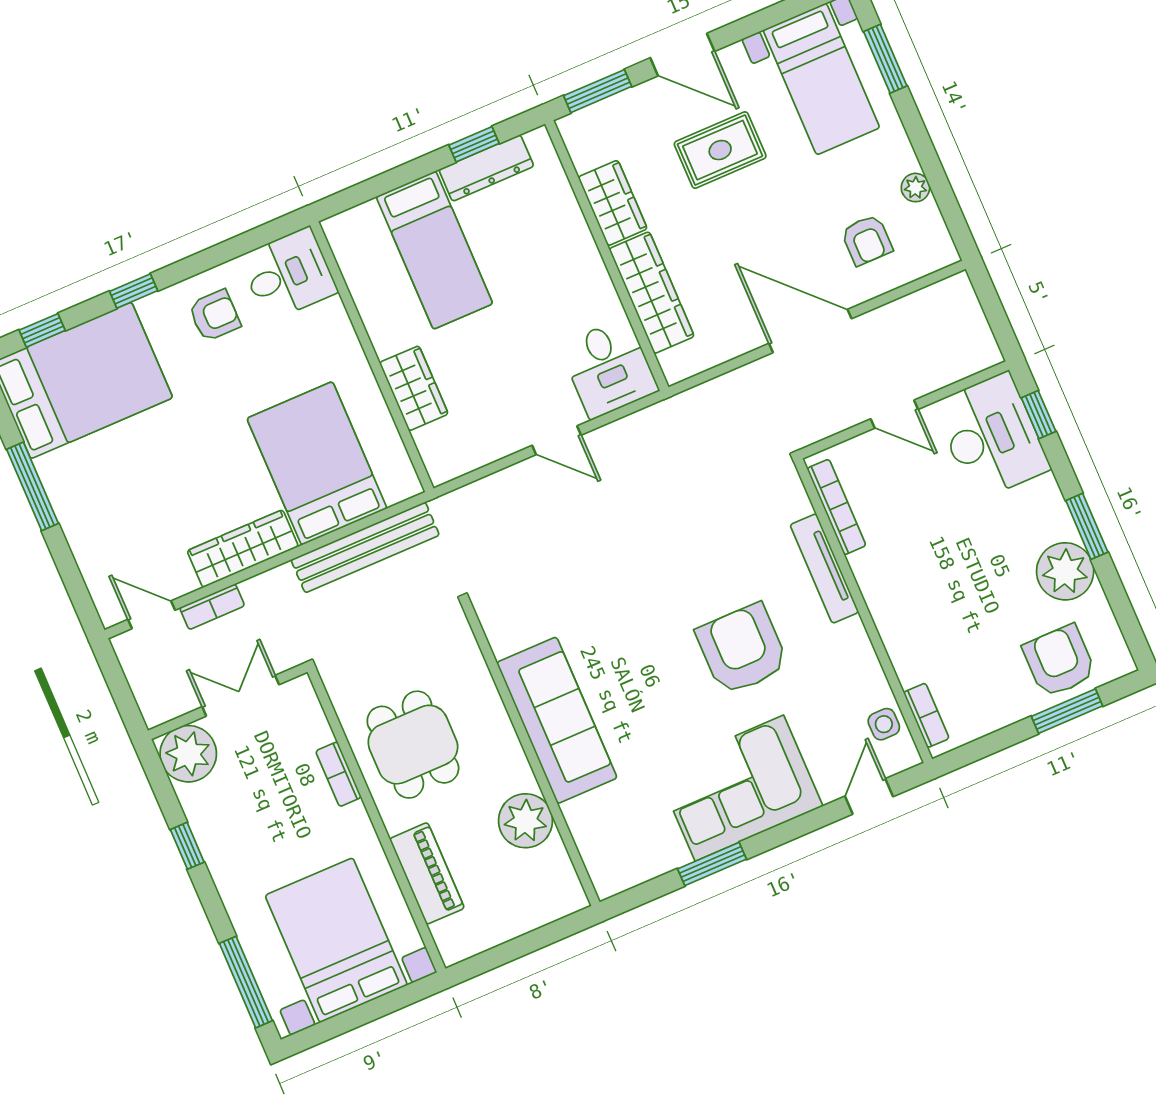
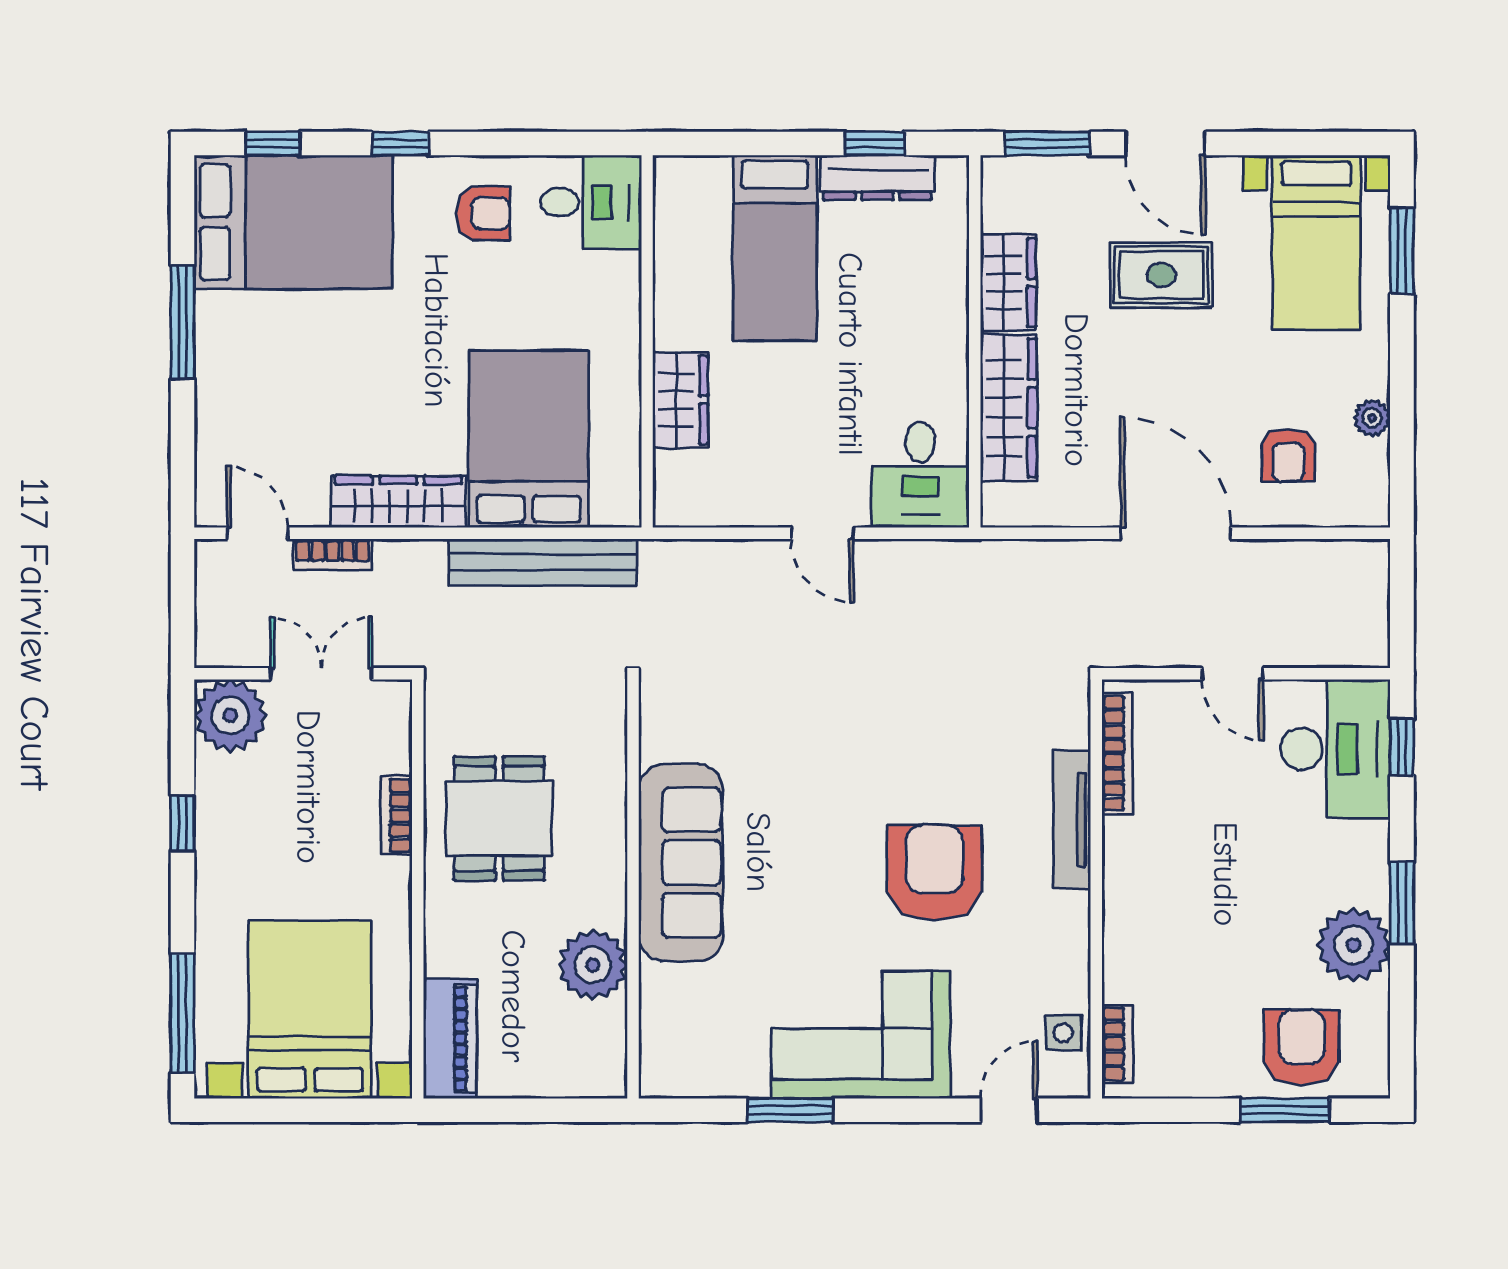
piano: (427, 873) -> (450, 1038), moved

